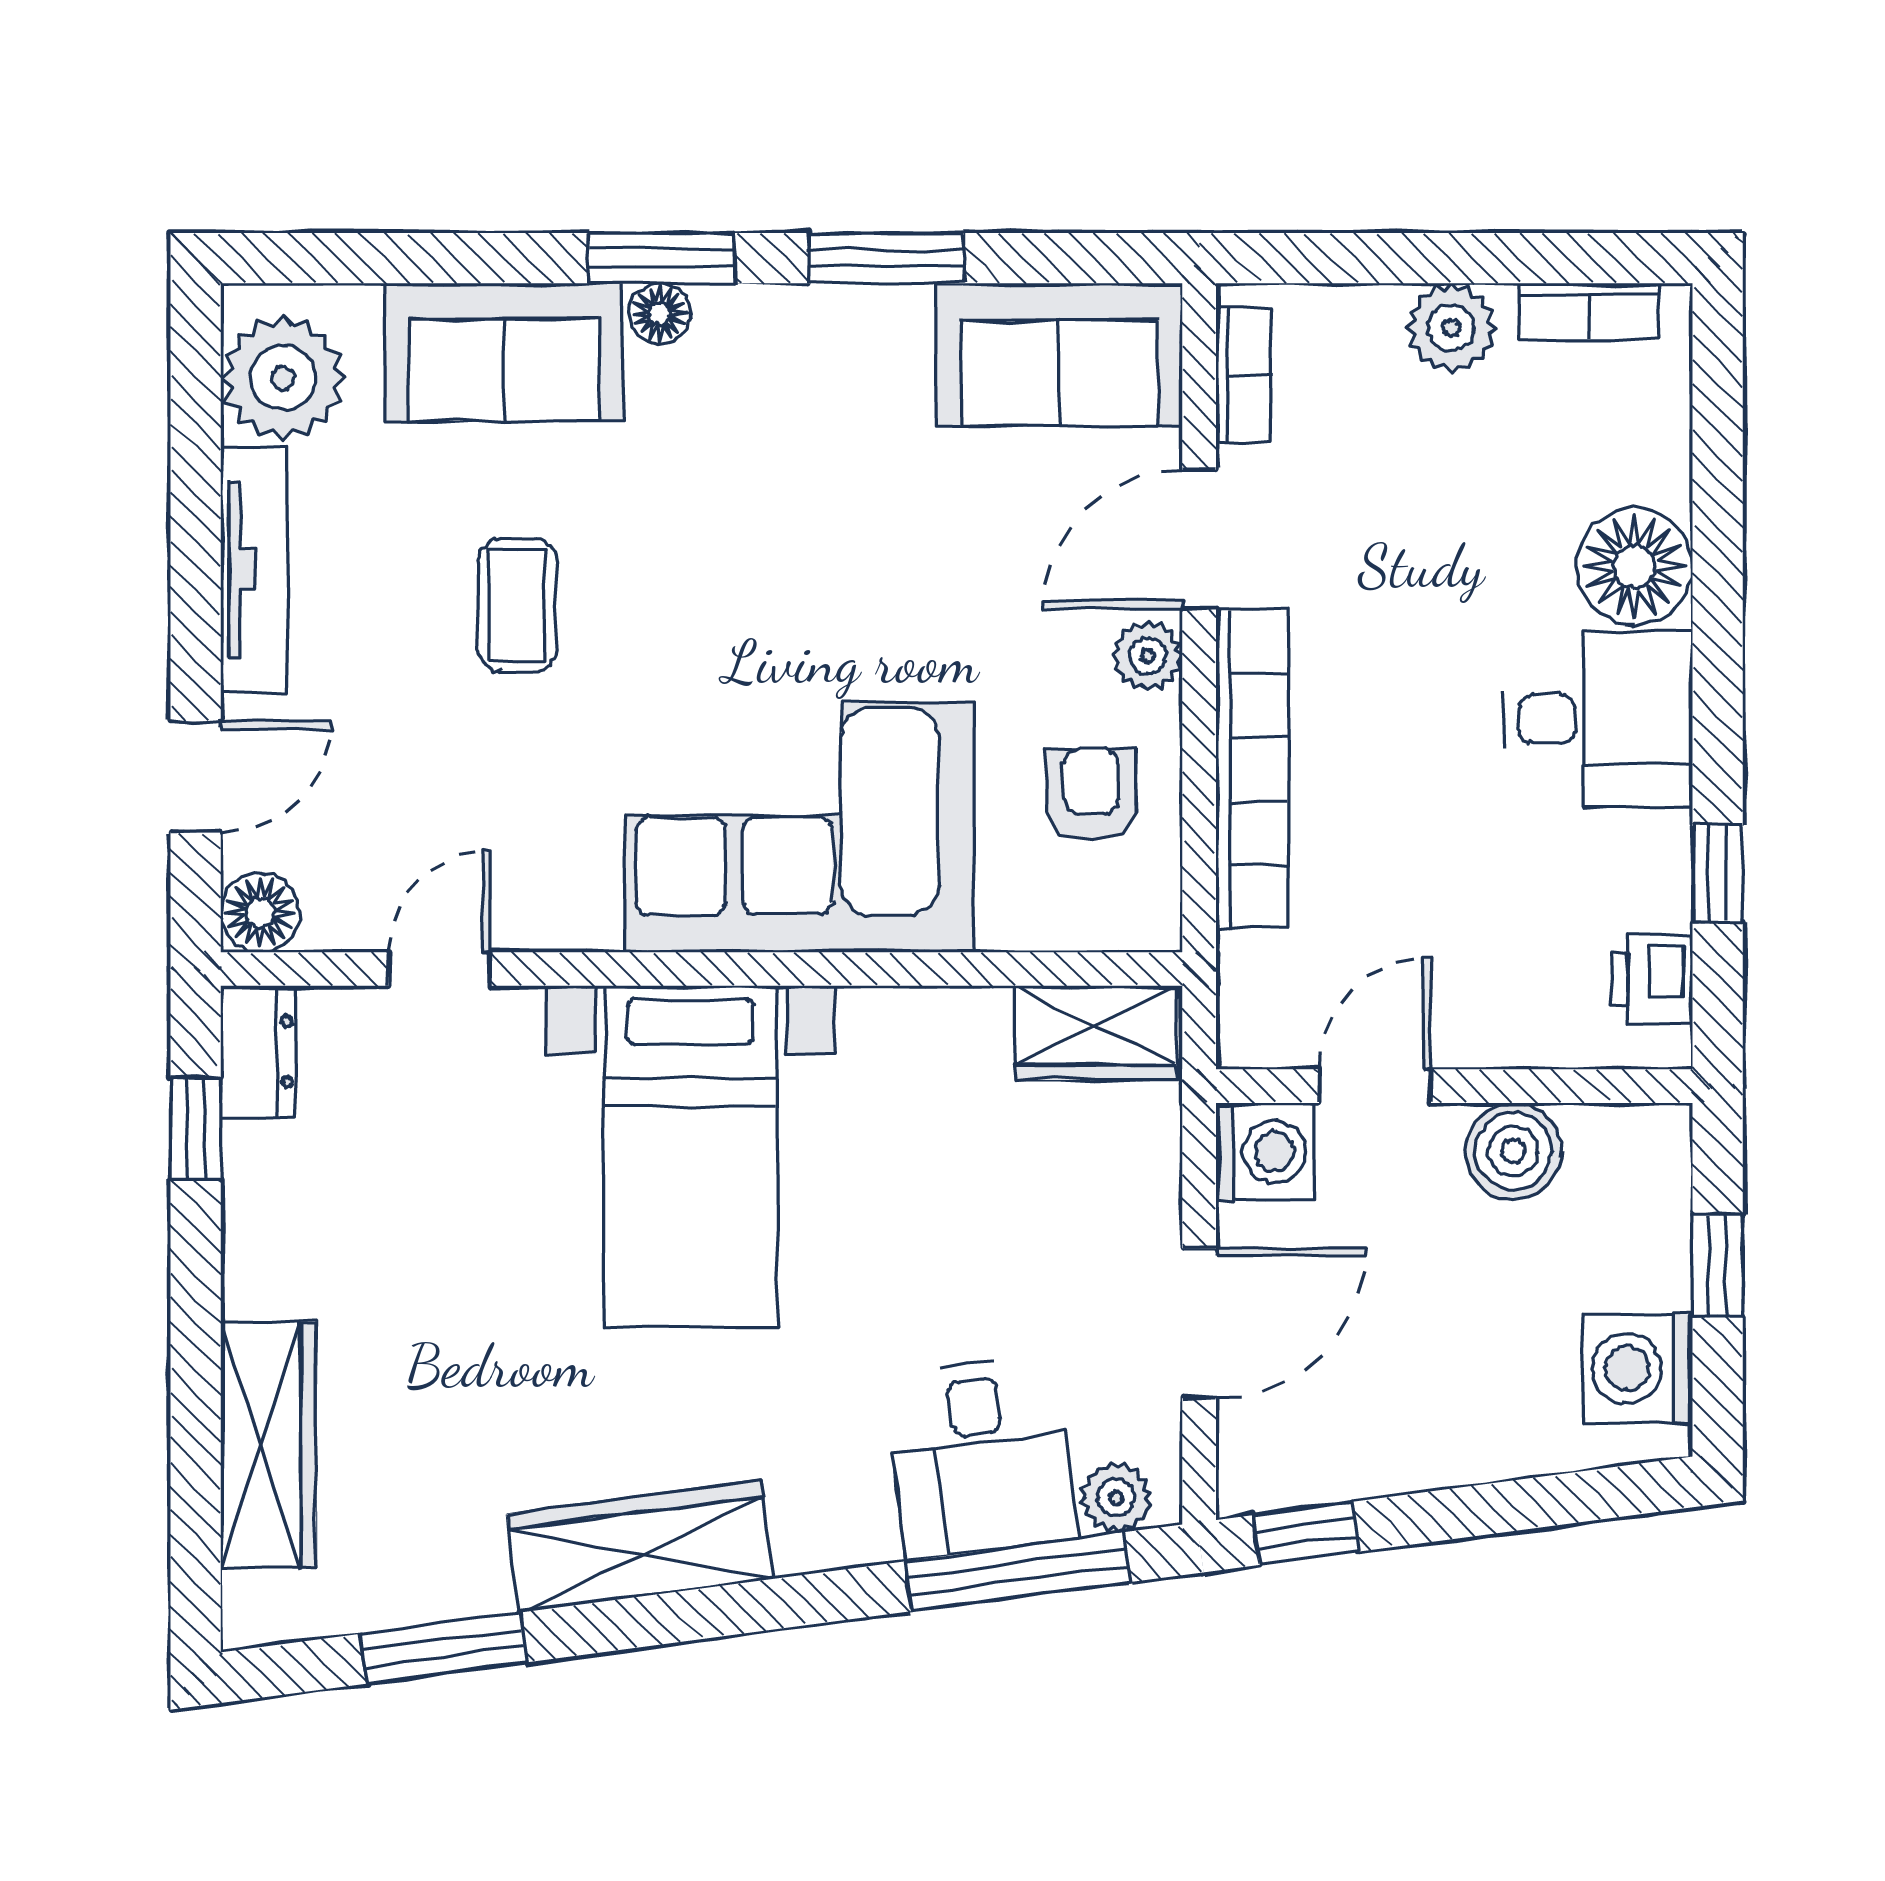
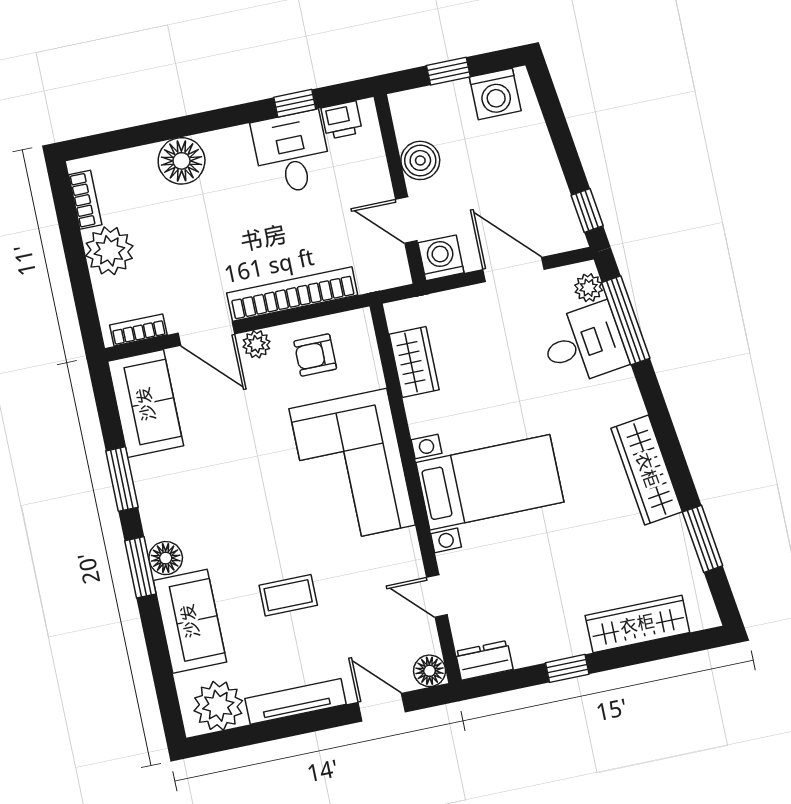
floor lamp: (660, 314) -> (166, 558), width x1.37, depth x1.37
plant: (1451, 328) -> (109, 251), width x1.36, depth x1.36
desk: (1598, 719) -> (292, 153), moved
wardrobe: (1096, 1033) -> (414, 362), moved
window: (196, 1128) -> (567, 668), moved

